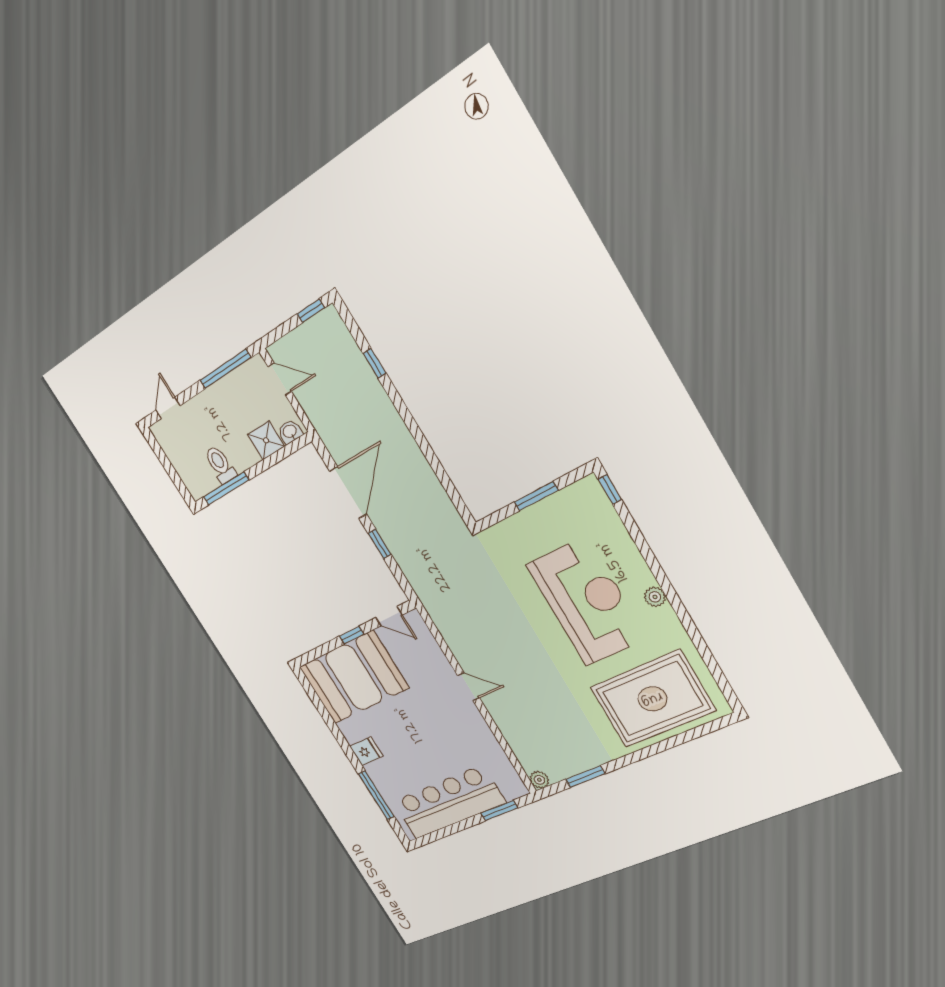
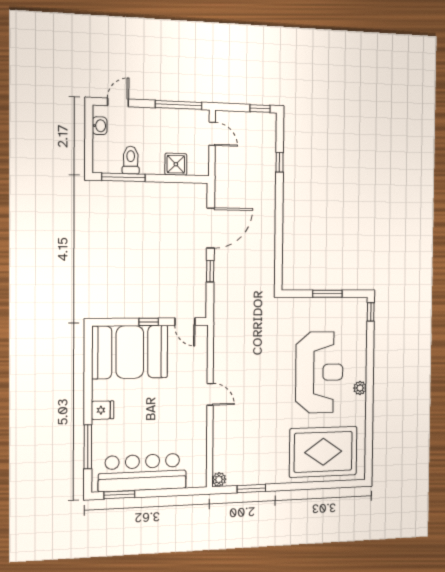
washbasin: (290, 432) -> (100, 126), moved, turned 90
window: (499, 811) -> (119, 495), moved

